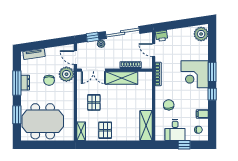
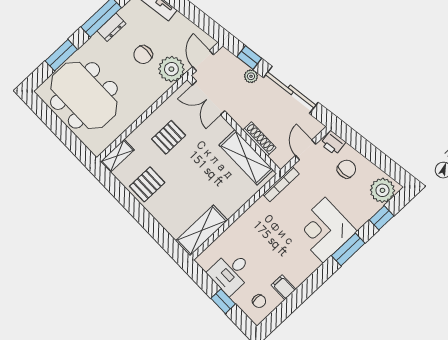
shelving: (122, 78) -> (246, 157), moved
window: (212, 94) -> (382, 218), moved
chair: (169, 105) -> (347, 169), moved

